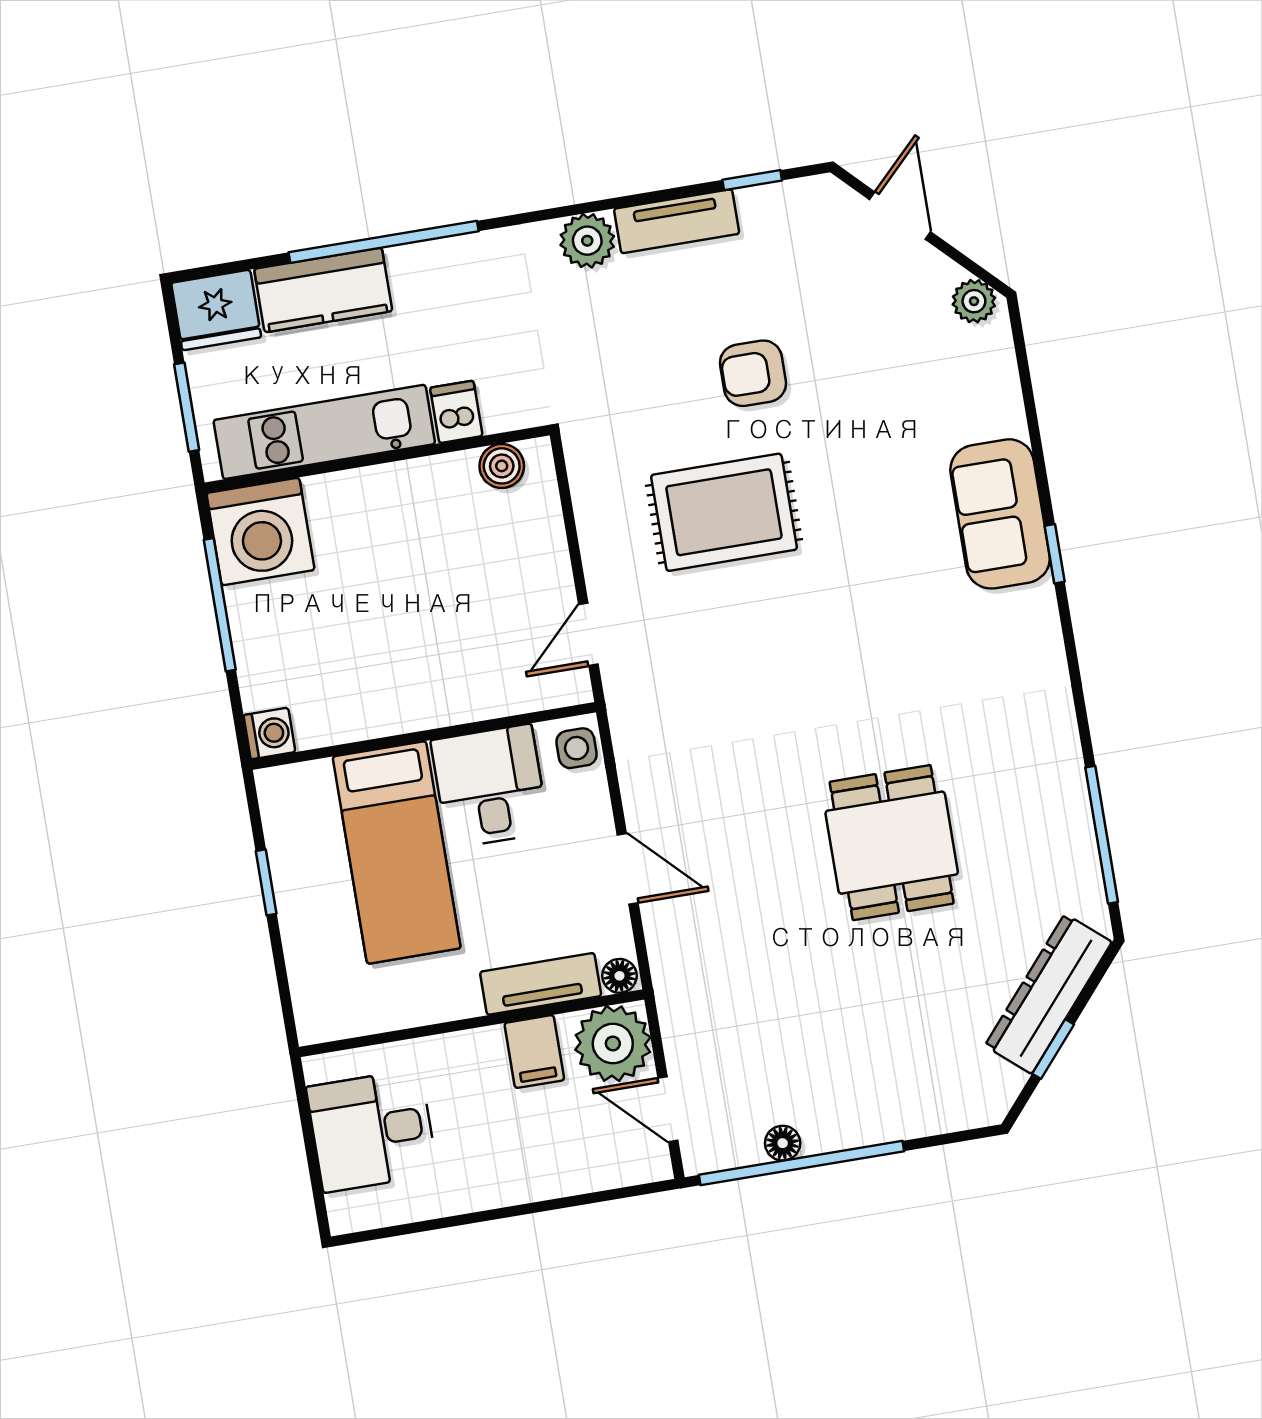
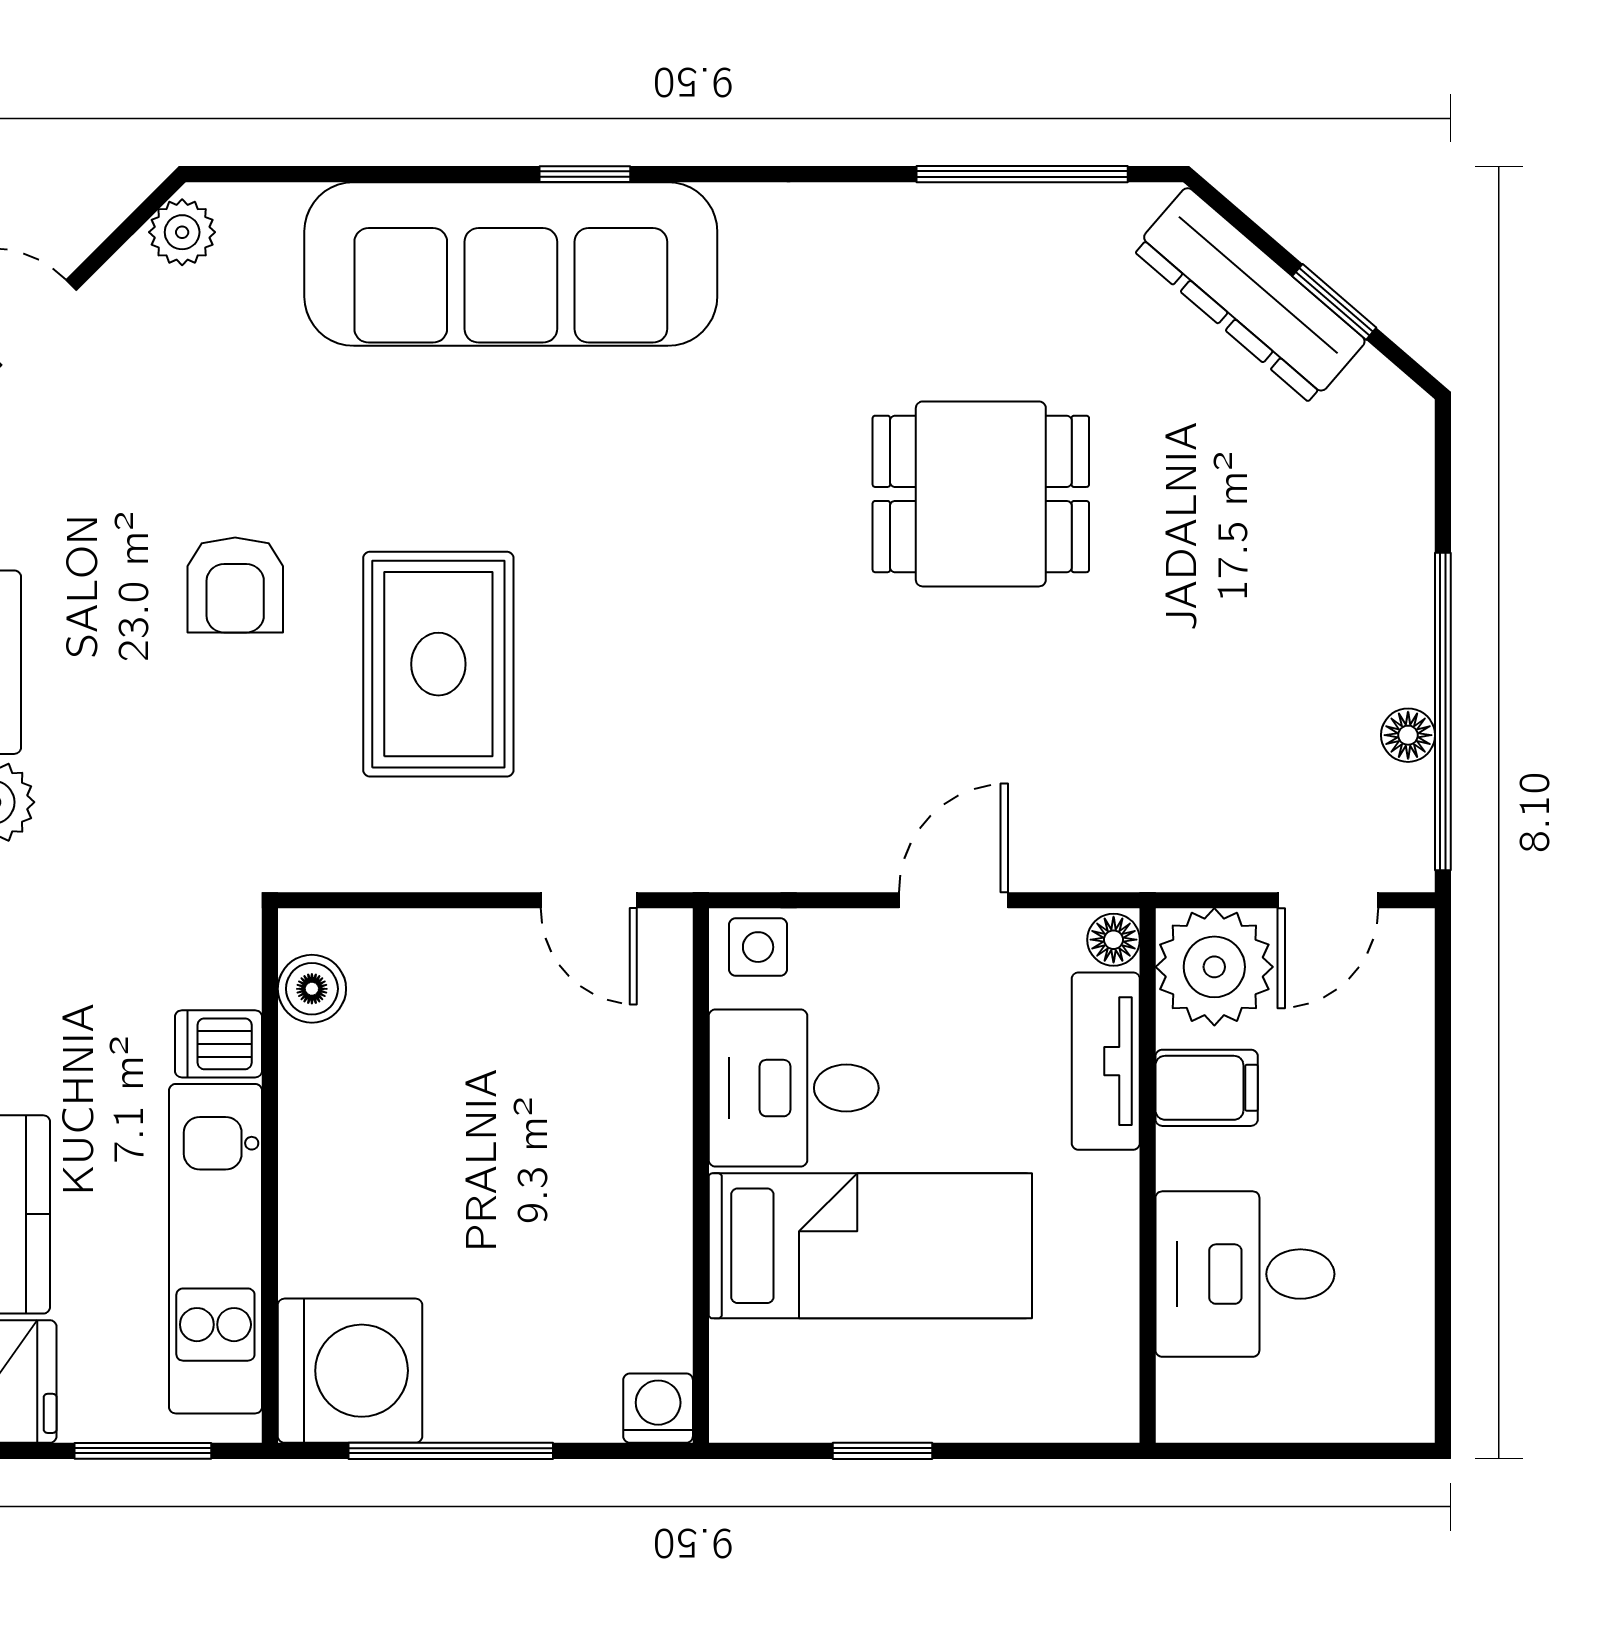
sofa: (1000, 514) -> (511, 264), width x1.85, depth x1.27
desk: (372, 1131) -> (1245, 1274), moved, turned 90

